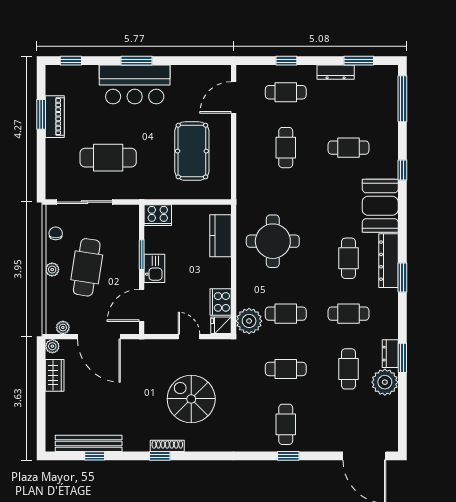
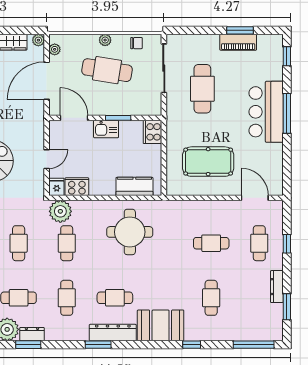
window: (136, 61) -> (287, 113), width x1.44

